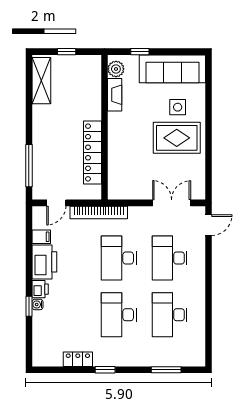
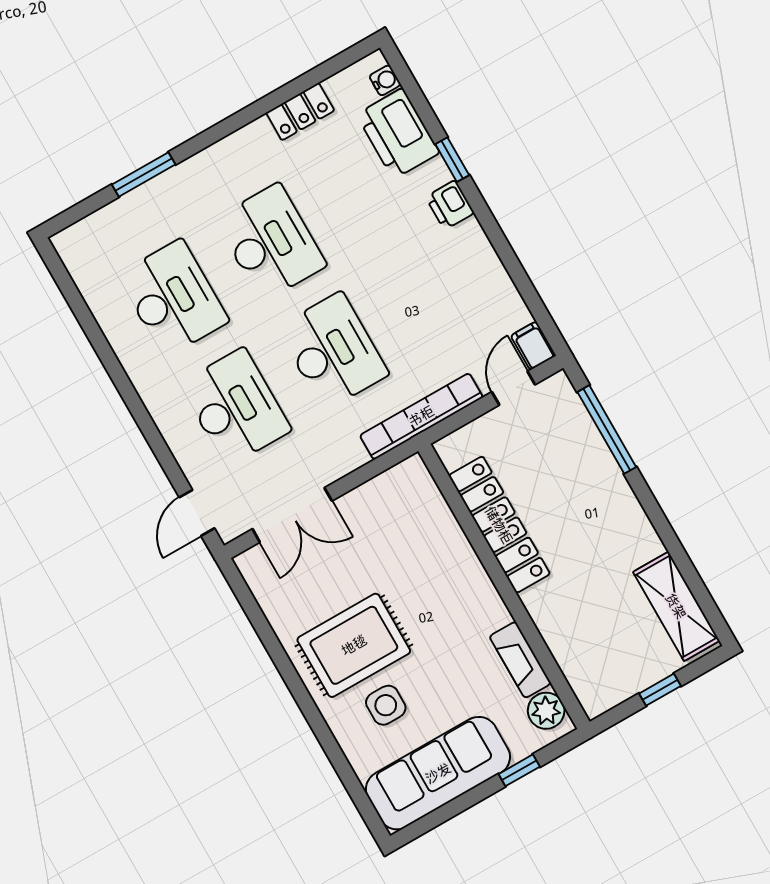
filing cabinet: (41, 237) -> (533, 346), moved, turned 90
printer: (44, 262) -> (398, 134), moved
water cooler: (38, 304) -> (385, 80), moved
window: (105, 370) -> (236, 121), removed
window: (166, 370) -> (144, 174), moved

